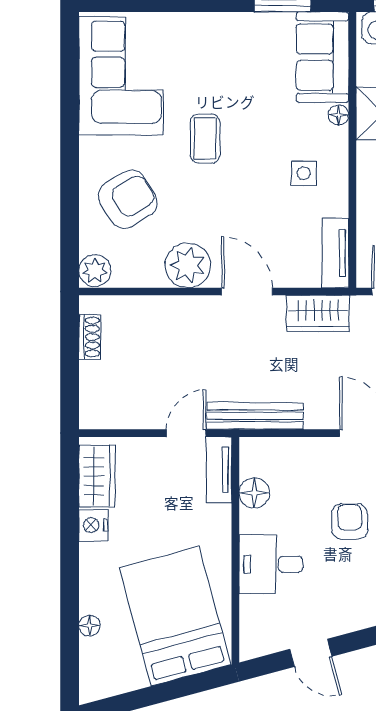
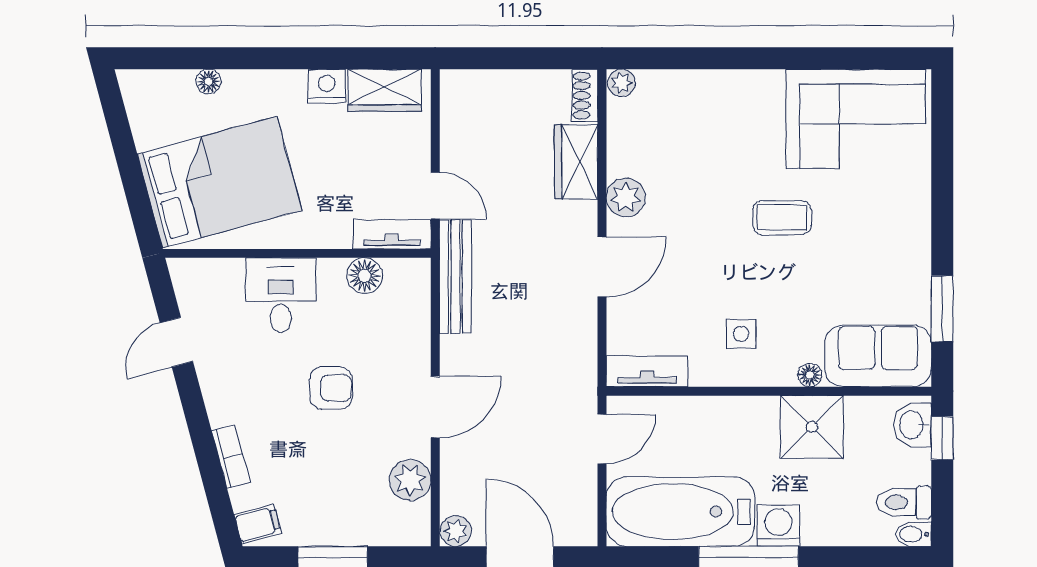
armchair: (128, 199) -> (711, 127), removed
plant: (188, 265) -> (626, 197), width x0.73, depth x0.73
plant: (95, 271) -> (621, 83), width x0.73, depth x0.73
wardrobe: (318, 313) -> (576, 162), moved
shoe rack: (90, 337) -> (585, 96), moved, turned 90

